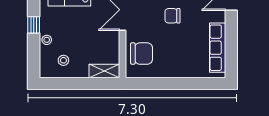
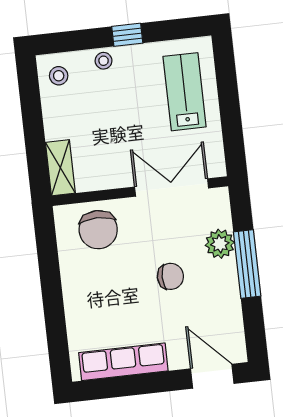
chair: (172, 16) -> (170, 276), turned 90
stool: (63, 60) -> (59, 76), moved

